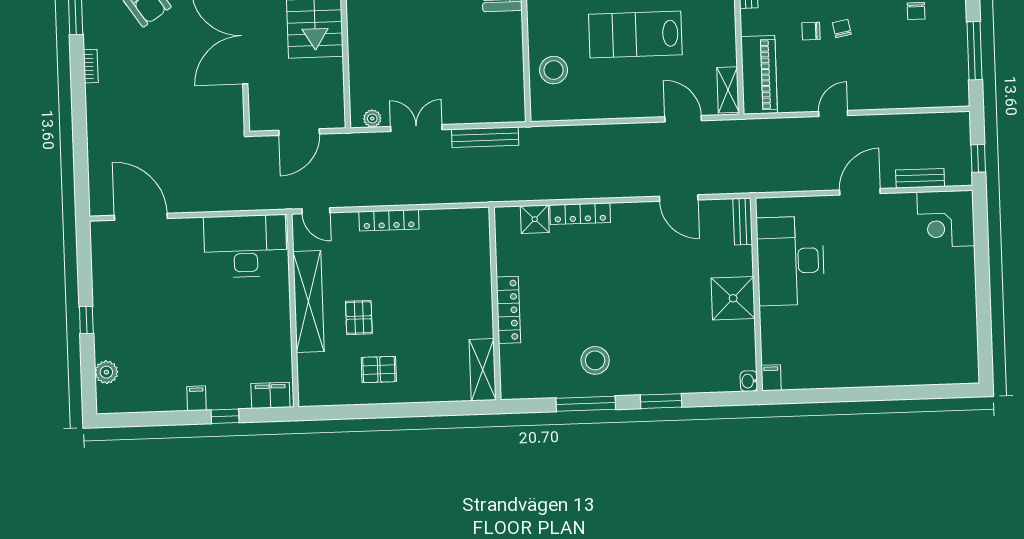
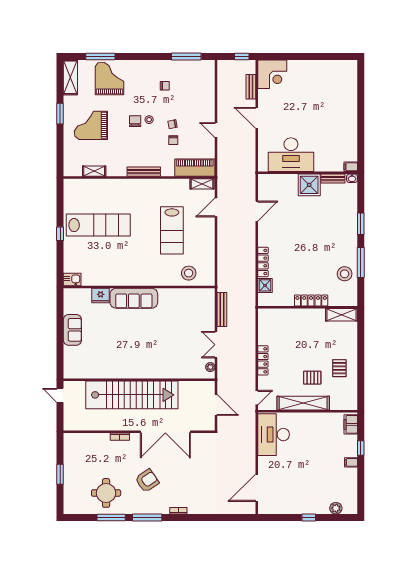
bench: (743, 221) -> (333, 179), moved
stool: (595, 360) -> (345, 274), moved

